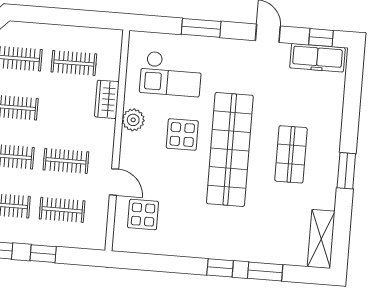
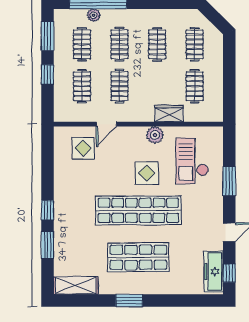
shop shelf: (291, 154) -> (138, 257), width x1.43, depth x1.36

